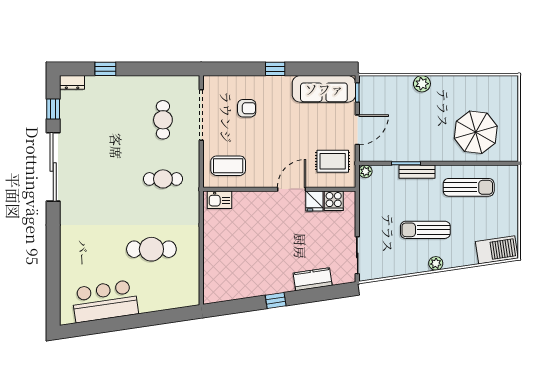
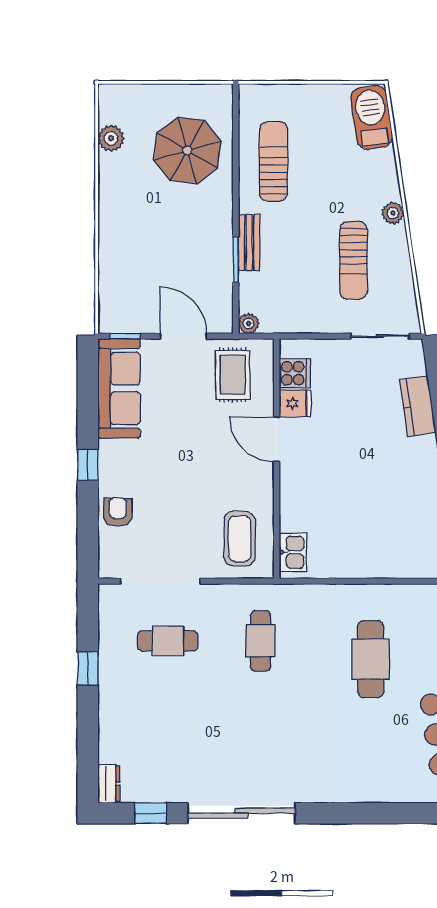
window: (105, 69) -> (88, 669), moved
plant: (422, 84) -> (111, 138), moved
armchair: (247, 108) -> (118, 512), moved
sun lounger: (425, 230) -> (354, 260), moved

